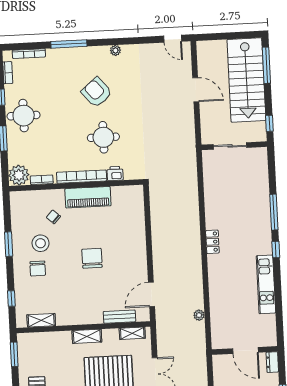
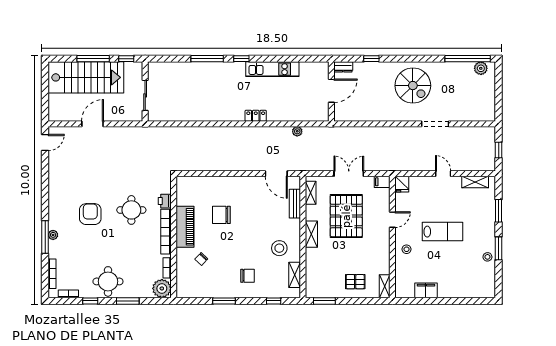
plant: (115, 50) -> (53, 235), moved
window: (266, 65) -> (93, 59), moved
armchair: (97, 92) -> (90, 214), turned 130
locker: (212, 242) -> (256, 116), moved
stool: (41, 243) -> (279, 248), moved
chair: (92, 258) -> (221, 215), moved

